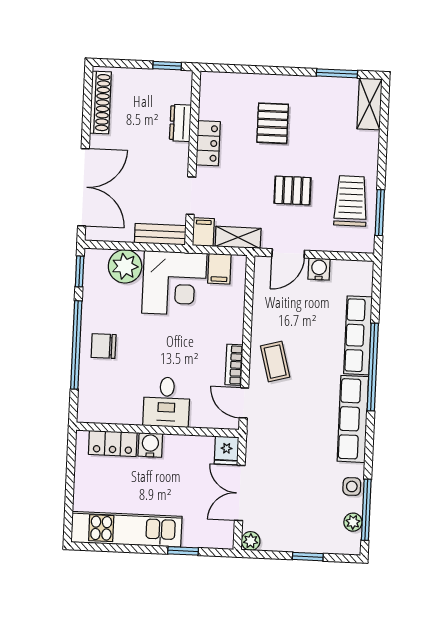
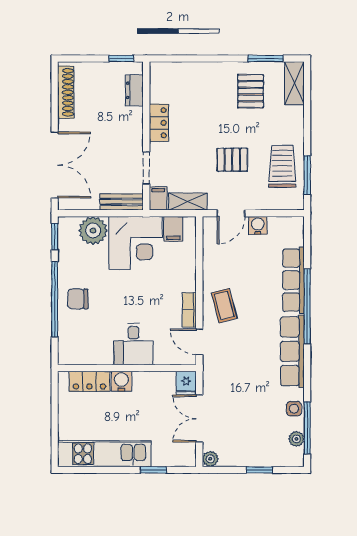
dresser: (180, 123) -> (135, 90), moved
pallet: (273, 123) -> (251, 91), moved

